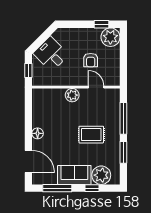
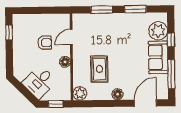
plant: (110, 37) -> (22, 23), removed
floor lamp: (71, 81) -> (65, 62), added
plant: (72, 95) -> (80, 93), moved
window: (123, 118) -> (102, 10), width x0.69
rug: (91, 135) -> (99, 69), moved

